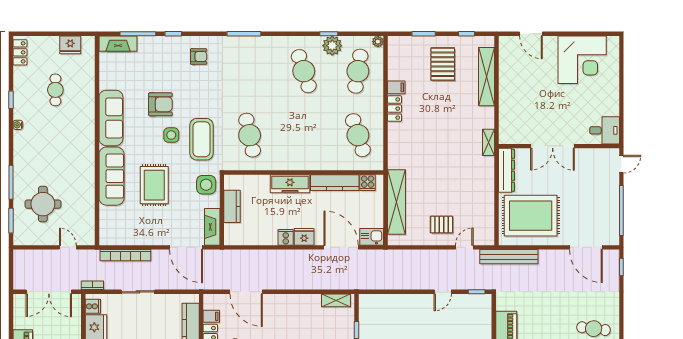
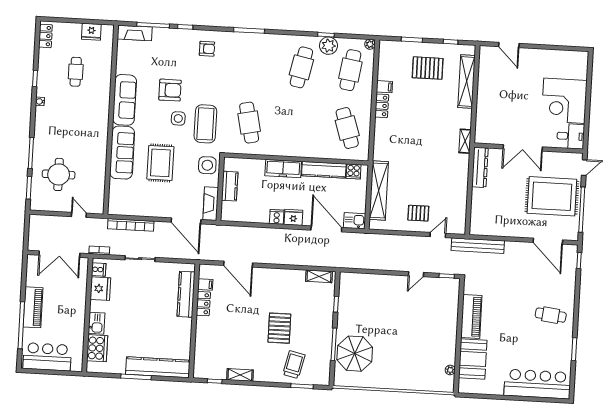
corner desk: (582, 60) -> (564, 101), moved, turned 90
pallet: (443, 64) -> (428, 68), turned 90
cafe table: (304, 71) -> (301, 67), turned 30
rug: (531, 216) -> (552, 196), moved

